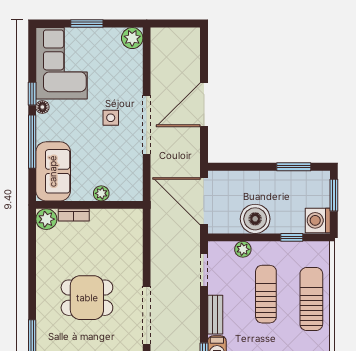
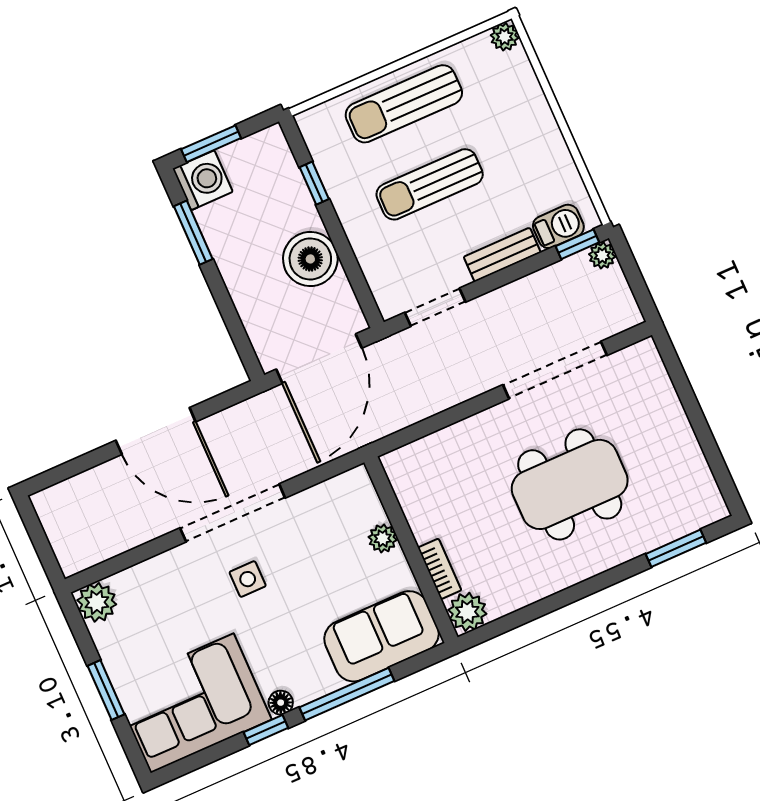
washing machine: (318, 220) -> (203, 180), moved, turned -90
plant: (243, 249) -> (371, 257), removed
dining table: (87, 298) -> (570, 484), width x1.38

